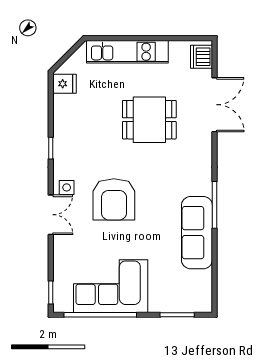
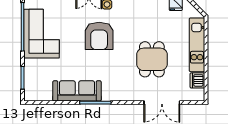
dishwasher: (201, 57) -> (197, 80), moved, turned -90
armchair: (114, 199) -> (99, 36), turned -90

